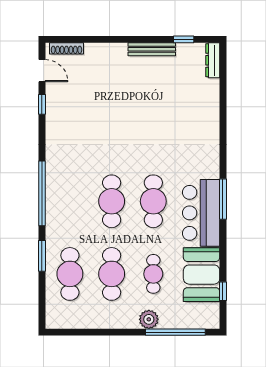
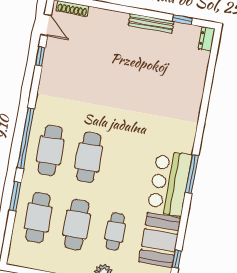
dresser: (213, 60) -> (207, 39), width x0.70
cafe table: (153, 201) -> (50, 150), moved

